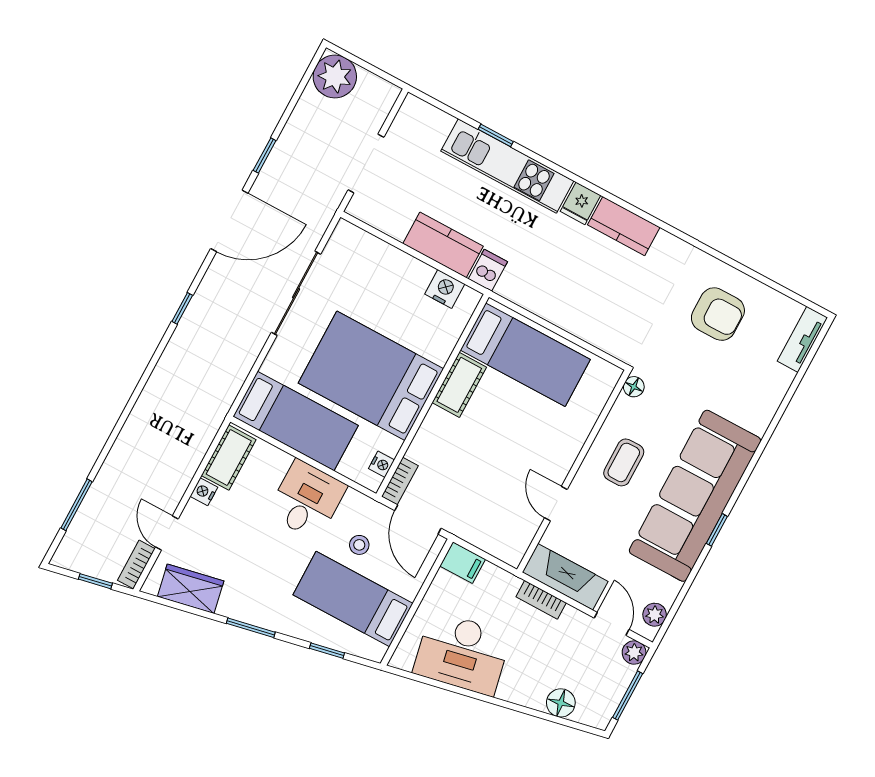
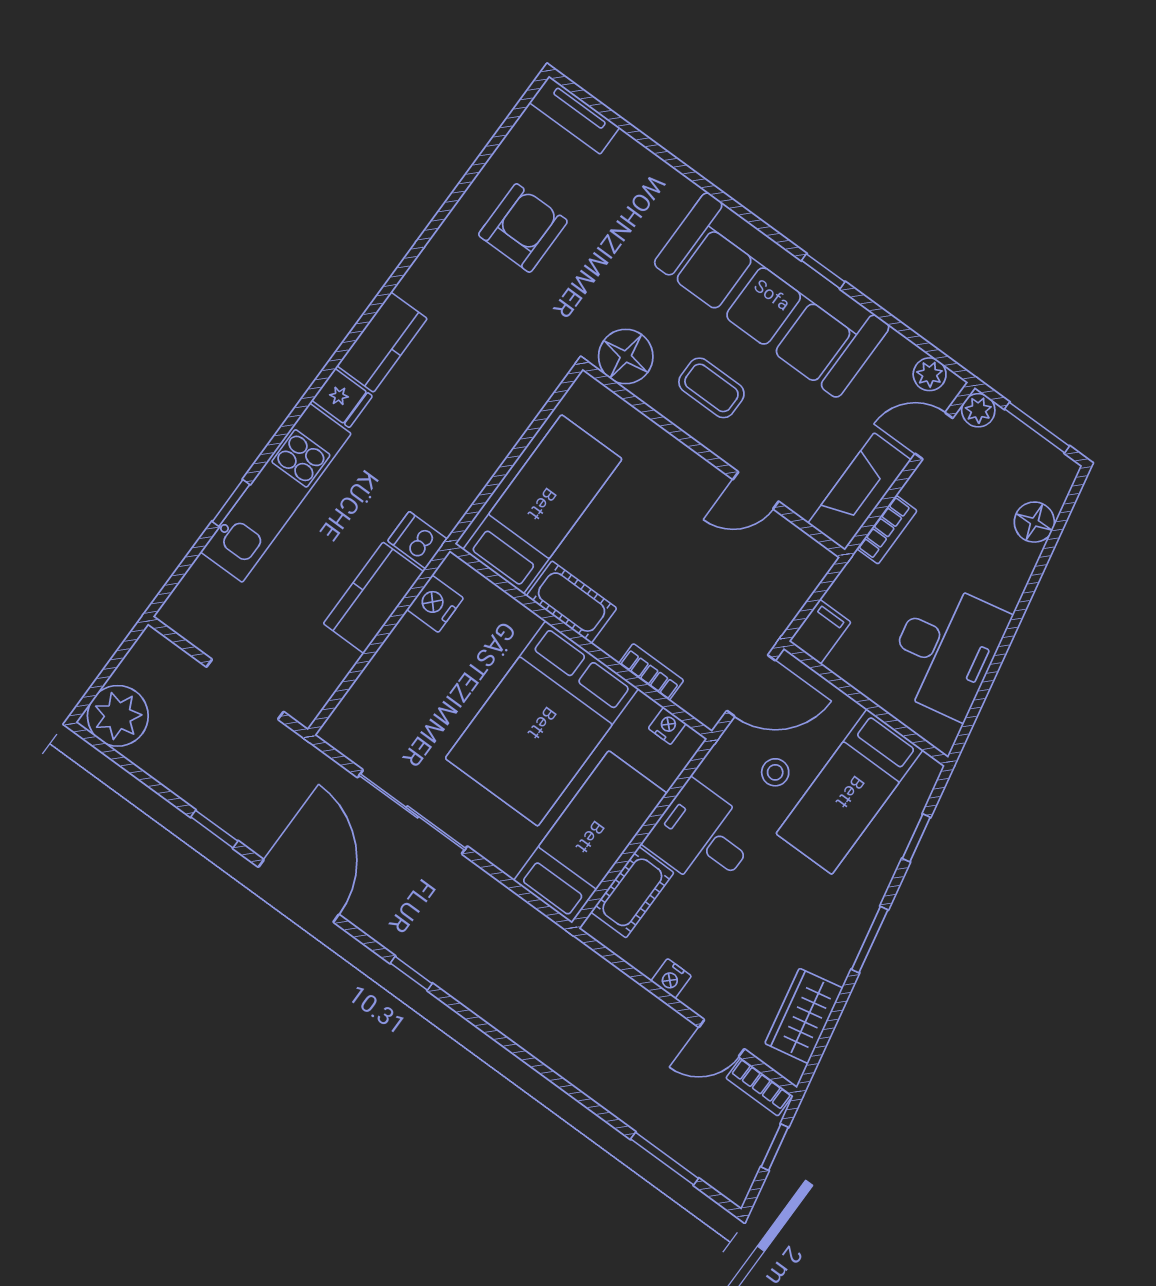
floor lamp: (634, 387) -> (626, 356), width x1.89, depth x1.89
cot: (229, 458) -> (632, 892), moved, turned 90
bookcase: (400, 481) -> (651, 672), moved

